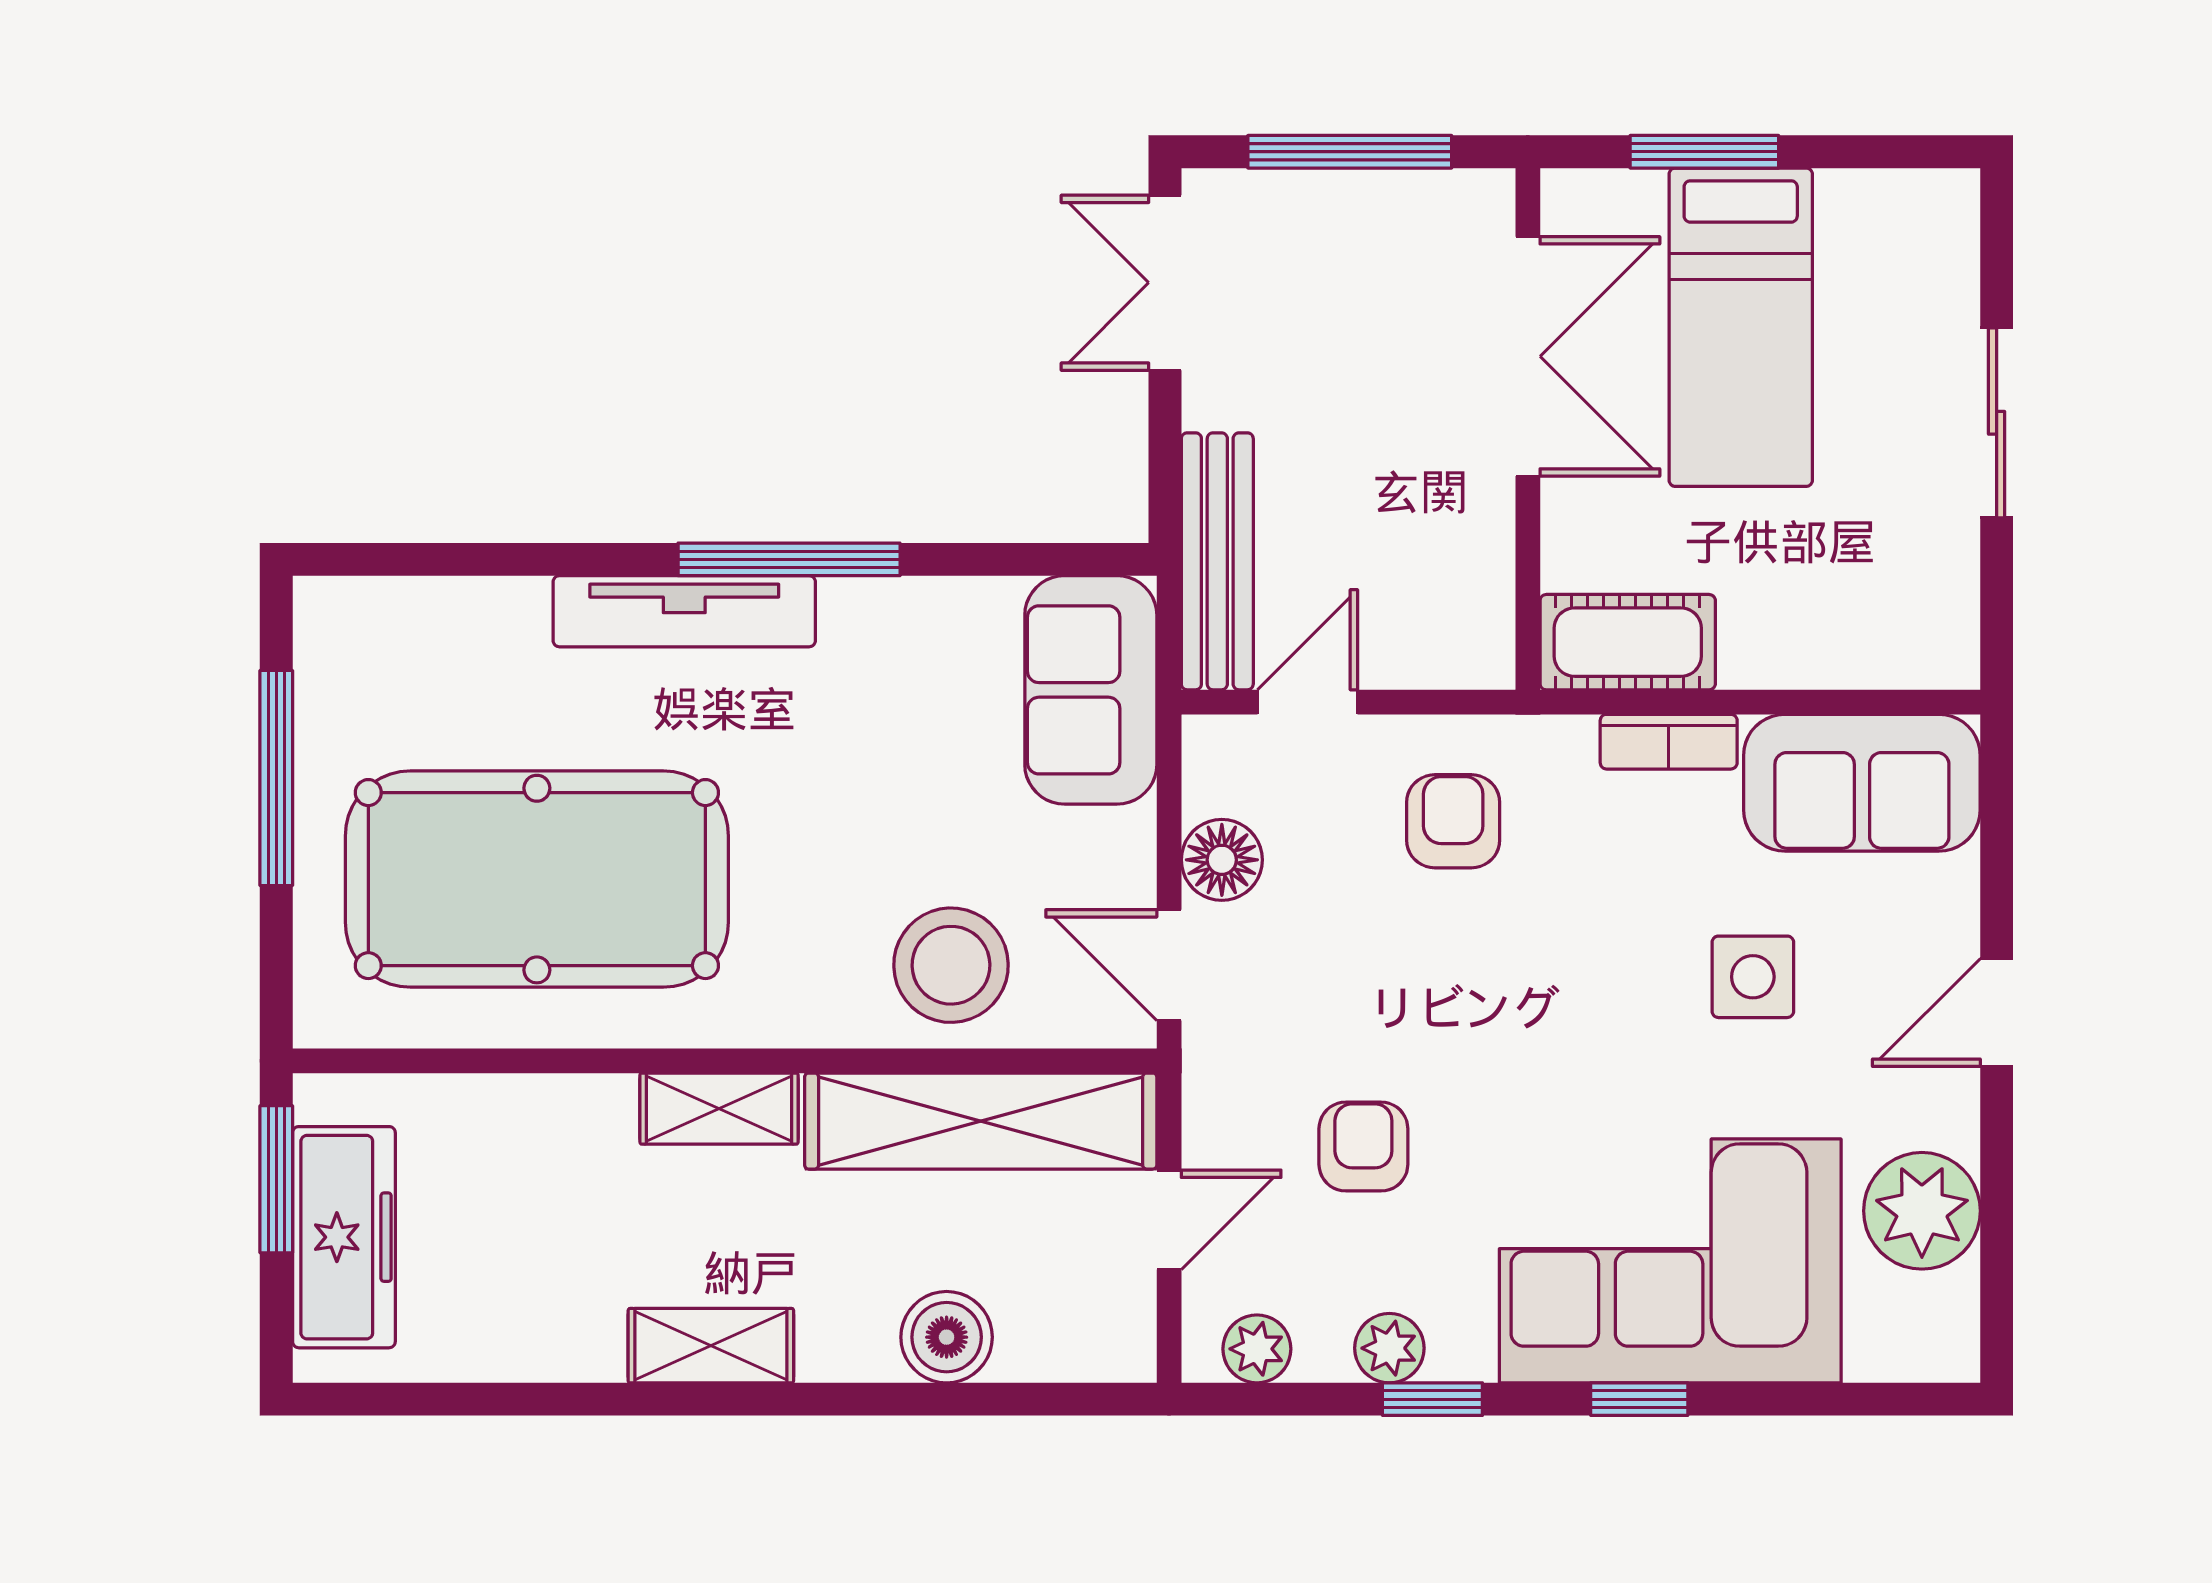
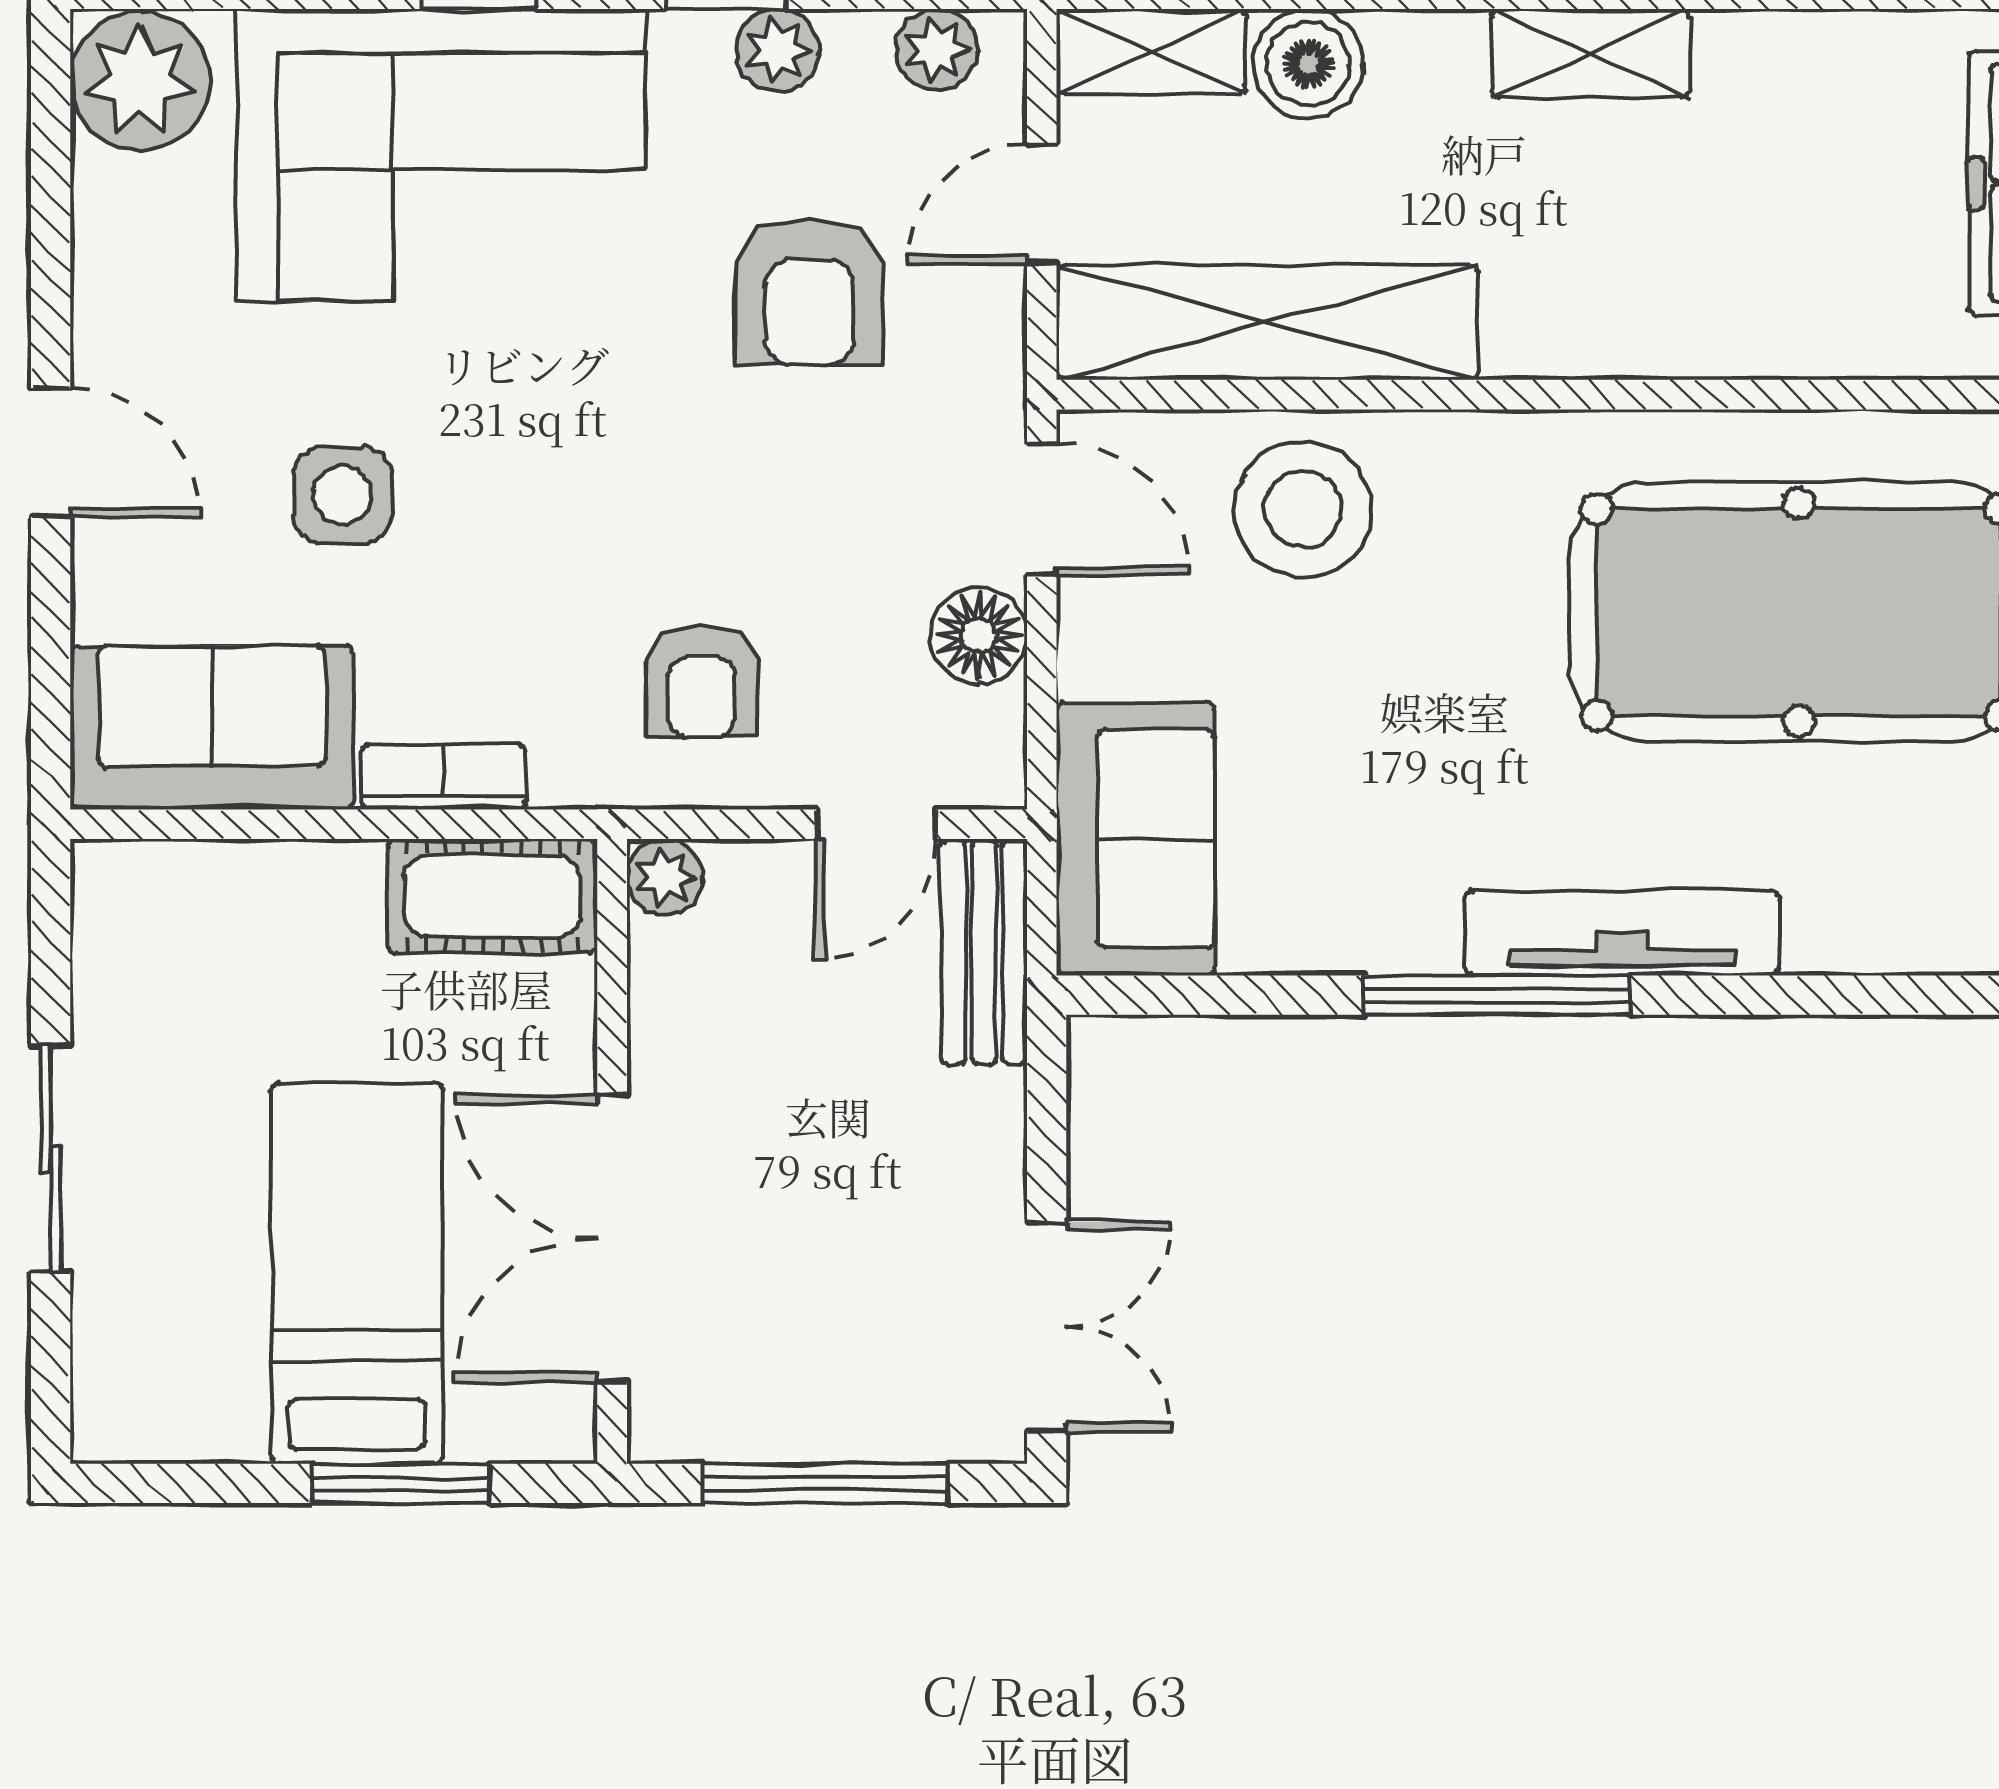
bench: (1217, 561) -> (984, 952), width x0.73
plant: (1484, 658) -> (665, 877), added
door: (1997, 1013) -> (51, 452), hinge flipped
shelving: (719, 1109) -> (1151, 52), moved
armchair: (1363, 1147) -> (809, 292), width x1.38, depth x1.38
plant: (1922, 1211) -> (140, 81), moved

